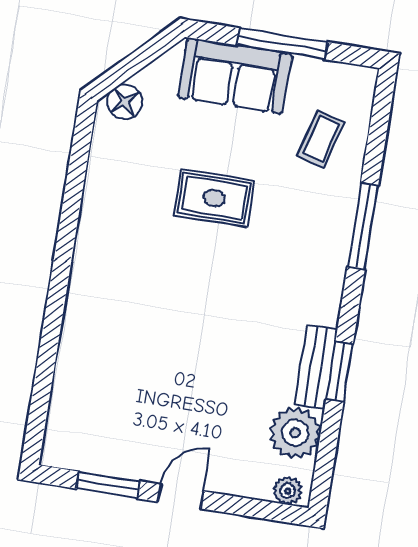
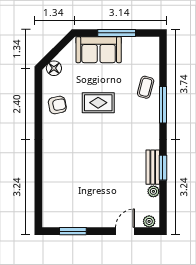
coffee table: (321, 139) -> (146, 87), moved
armchair: (119, 188) -> (57, 105), added
plant: (295, 433) -> (153, 191), width x0.53, depth x0.53
door: (181, 496) -> (125, 231), moved

